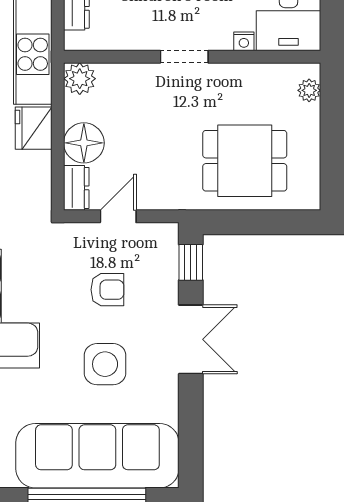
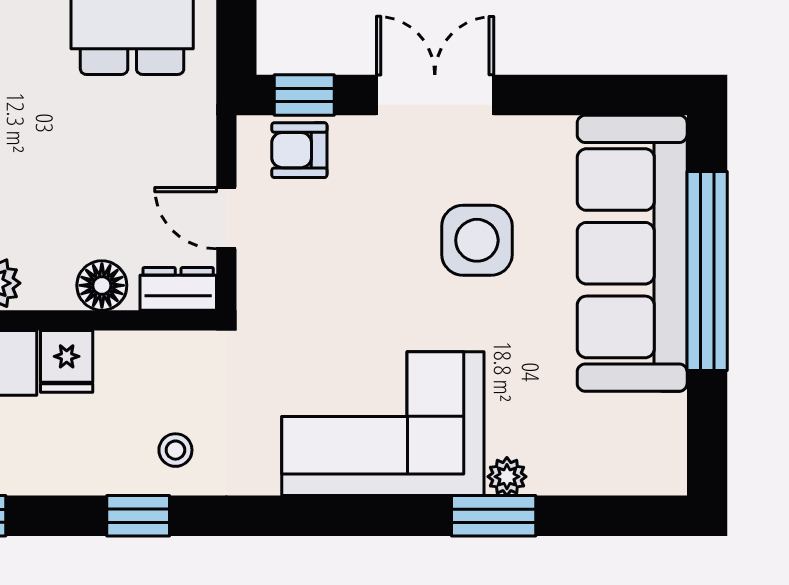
fridge: (34, 128) -> (67, 361), width x0.72
floor lamp: (84, 143) -> (102, 285), width x0.73, depth x0.73
armchair: (107, 290) -> (299, 150), moved, turned -90

